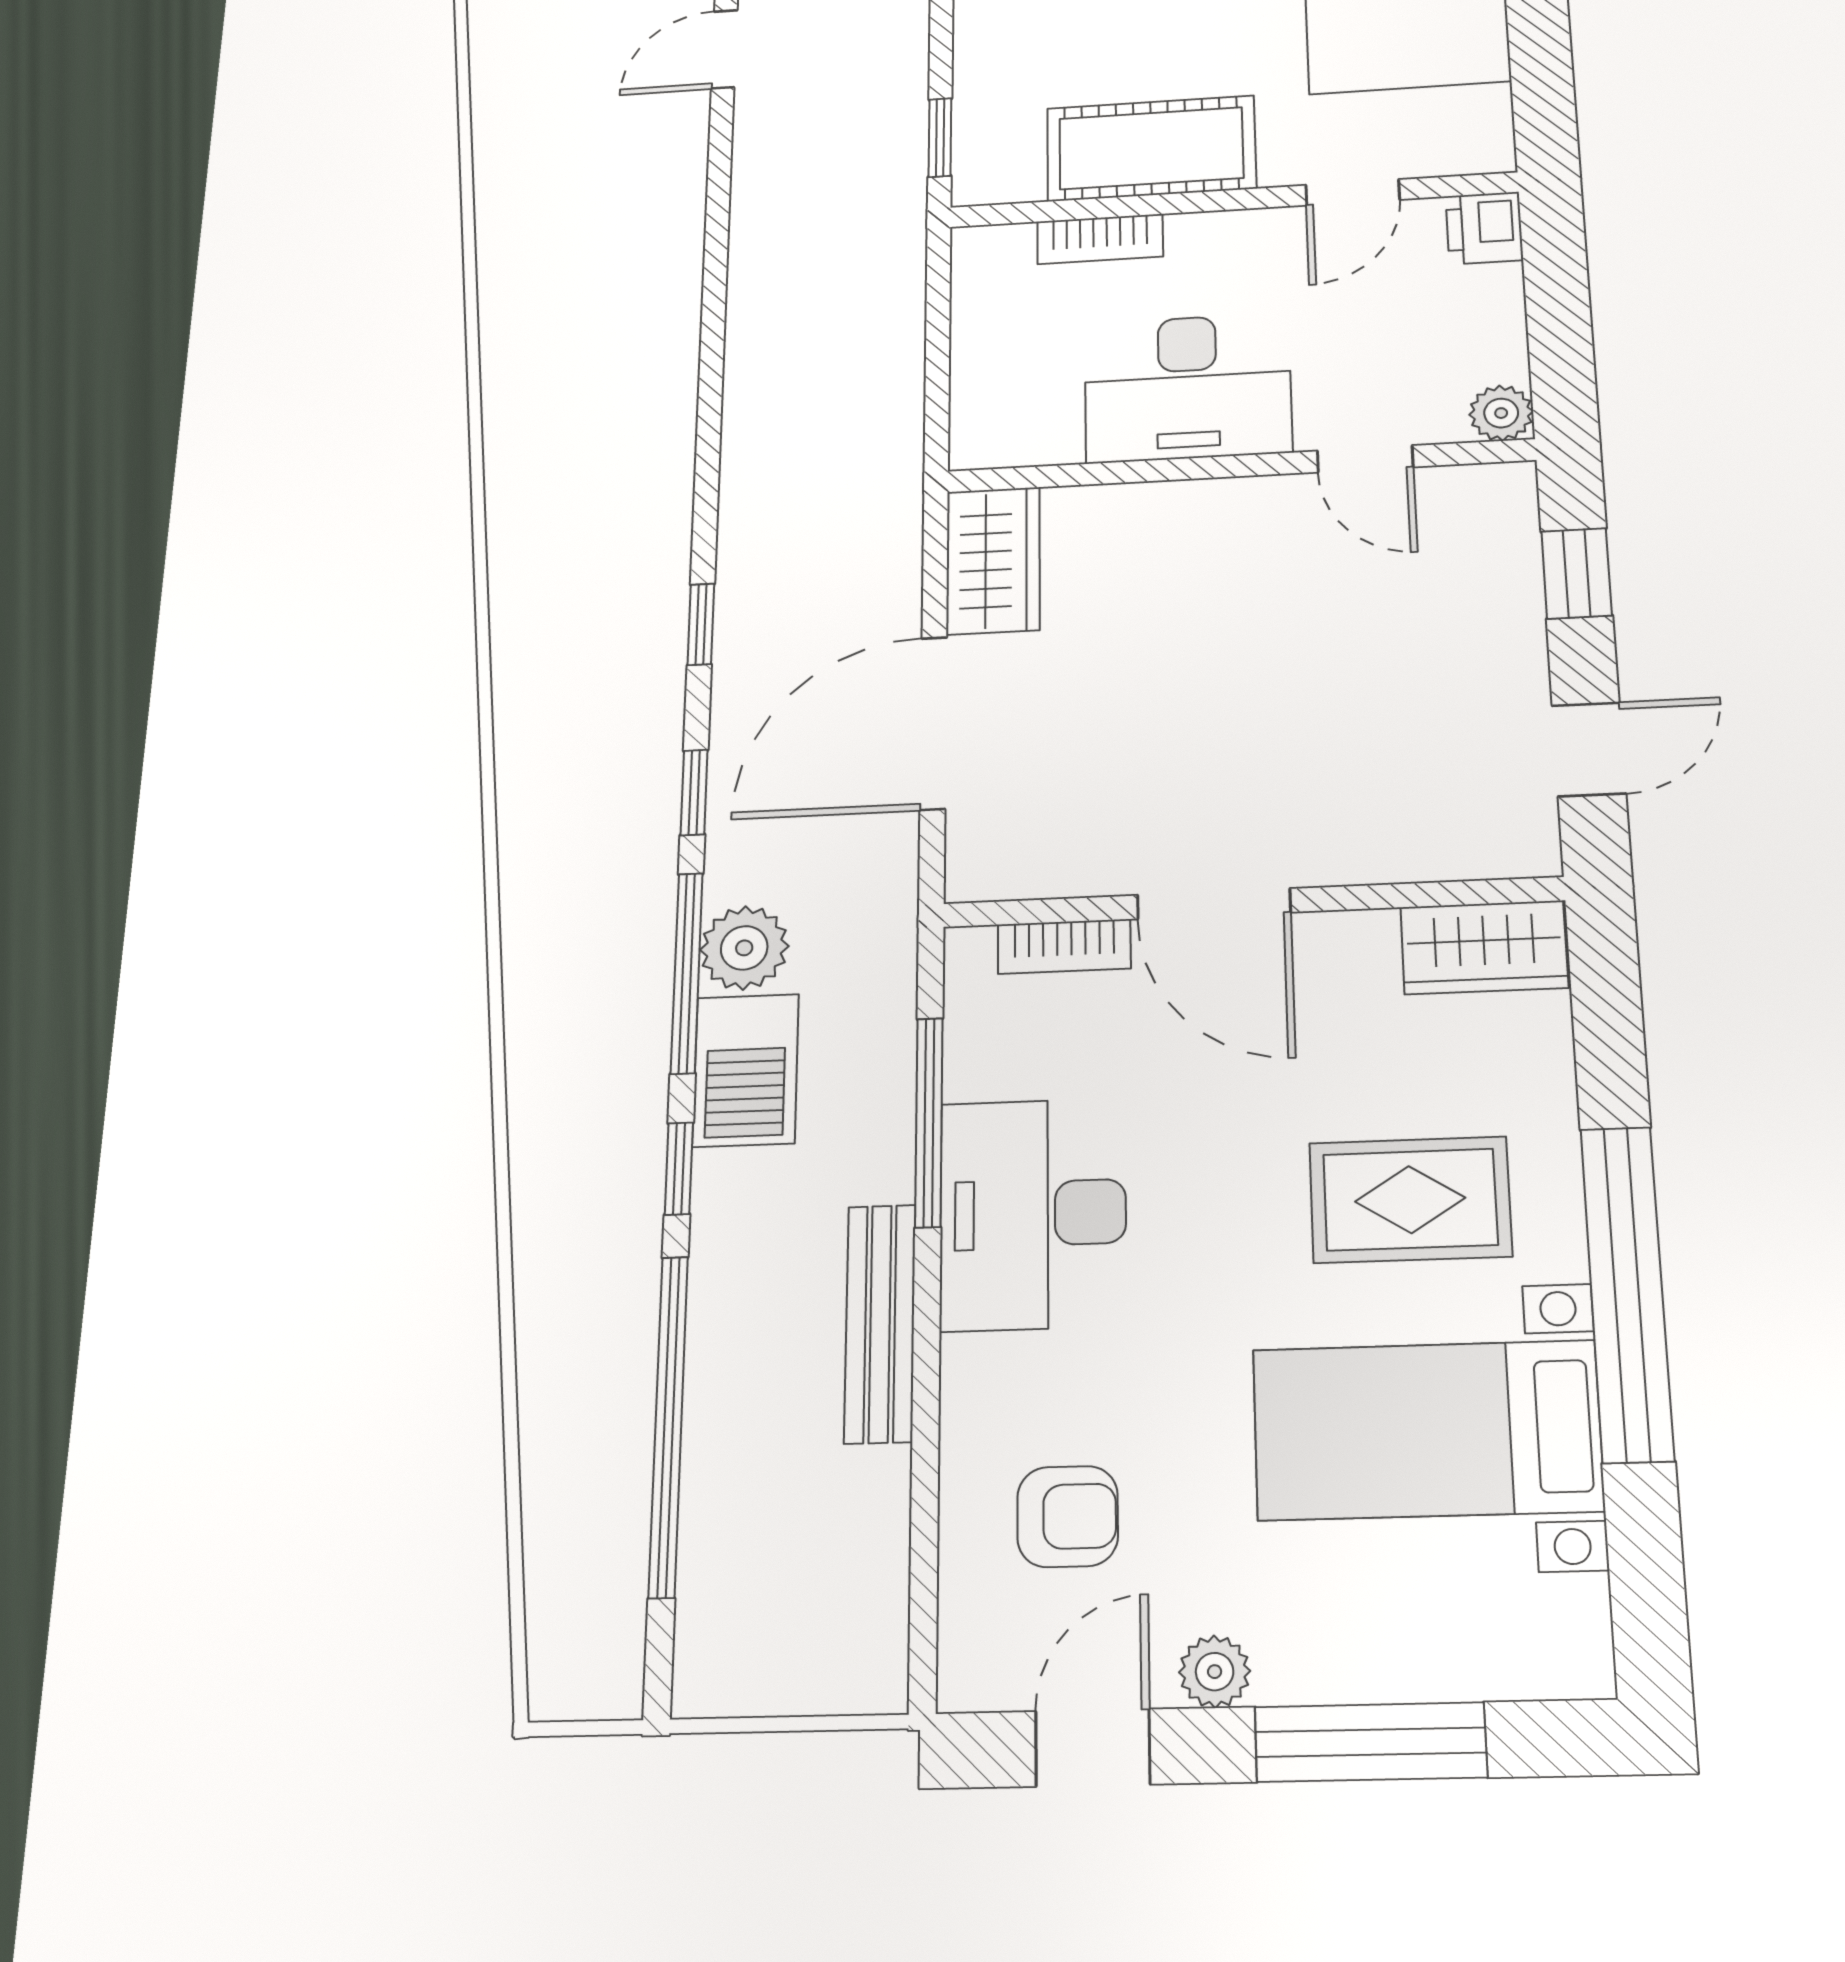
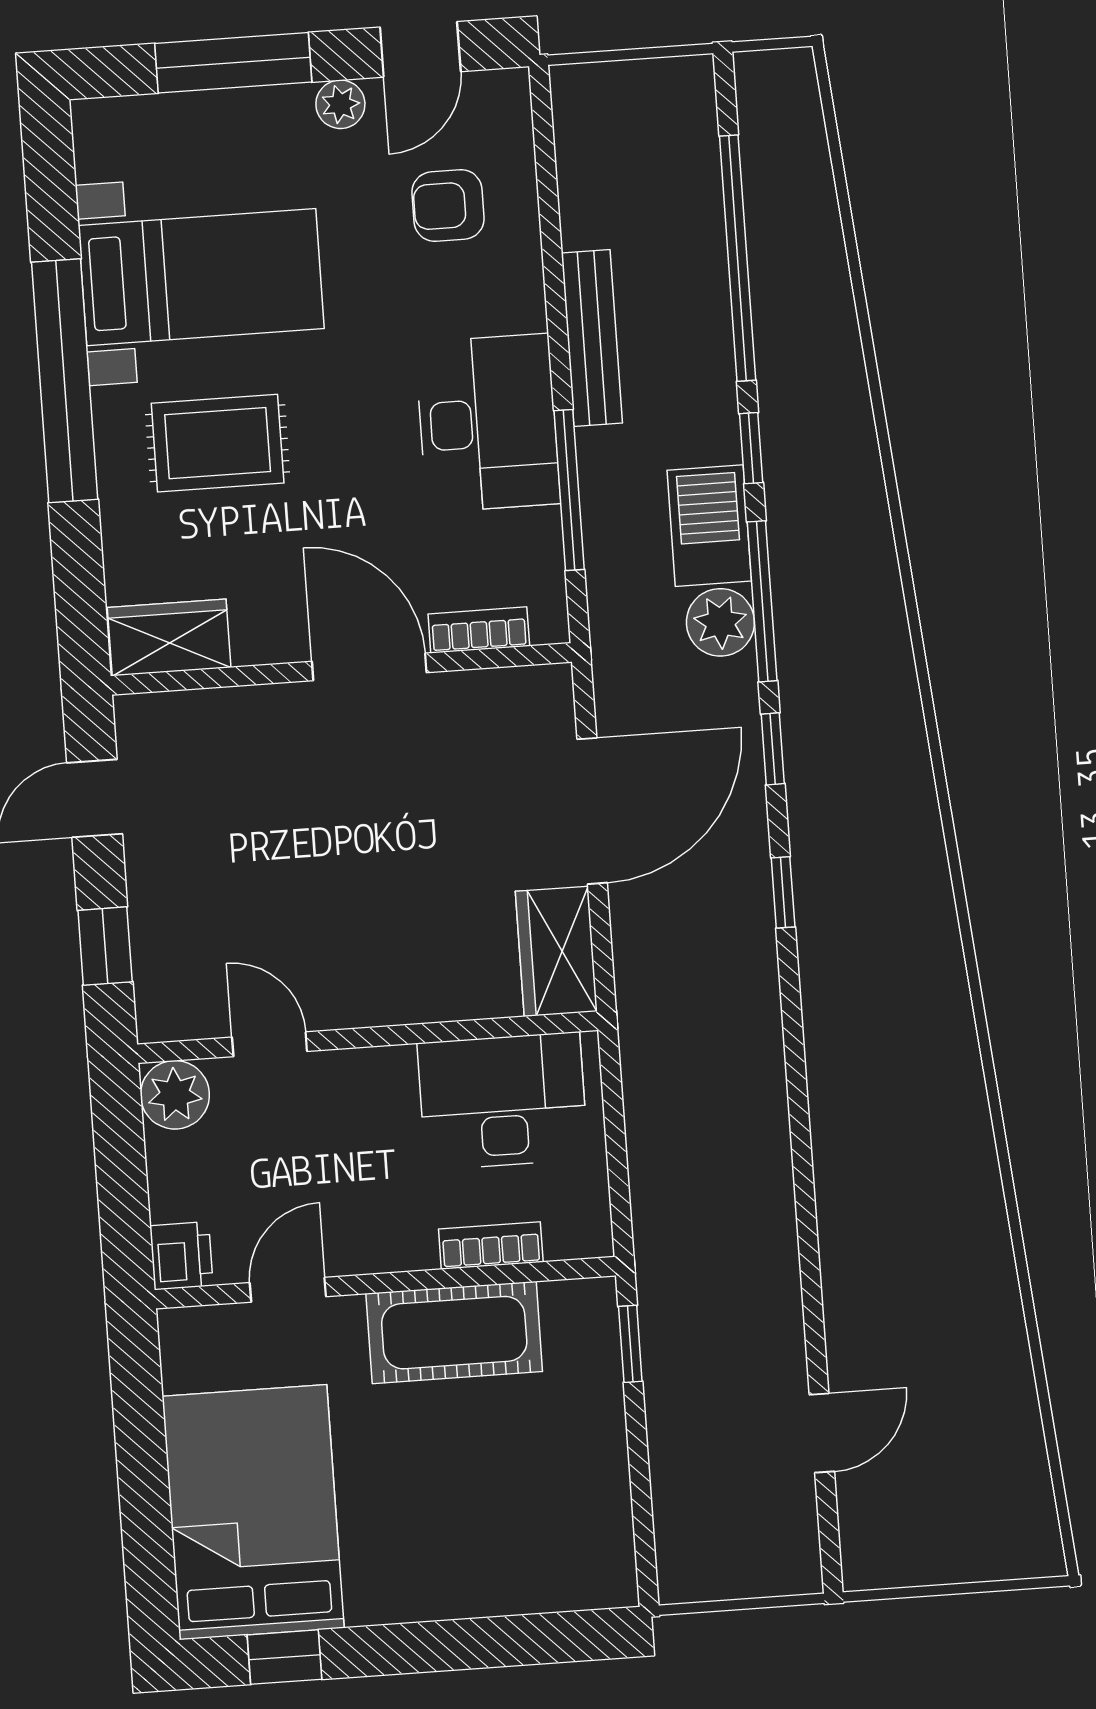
desk: (1188, 388) -> (503, 1101), moved
plant: (1501, 413) -> (175, 1095), width x1.38, depth x1.38

